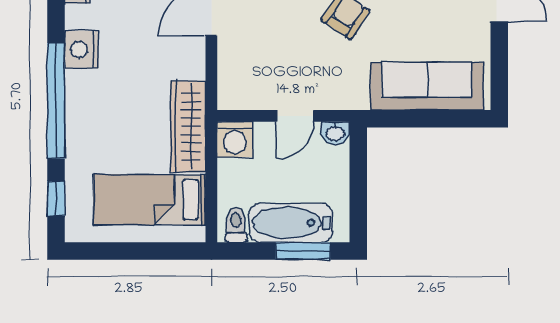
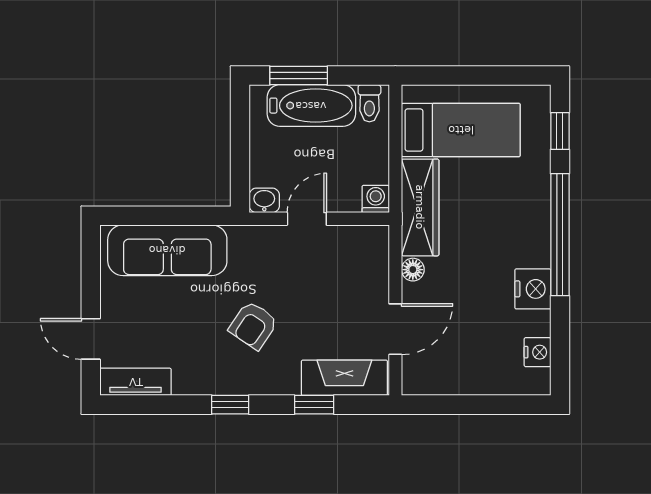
floor lamp: (195, 68) -> (413, 270), added
washing machine: (235, 139) -> (376, 199), width x0.73, depth x0.73

